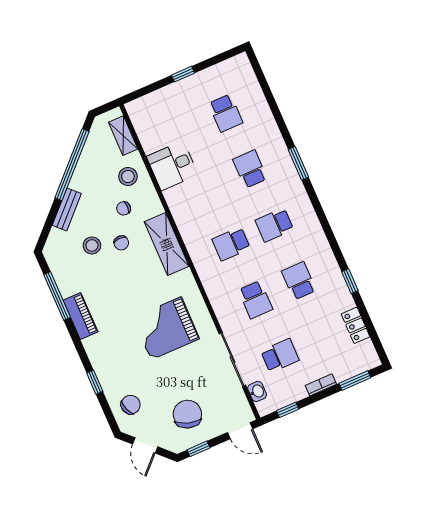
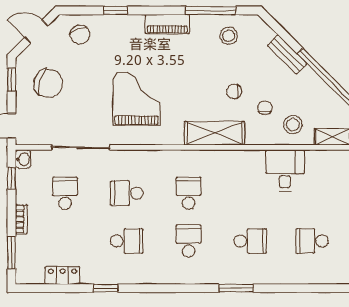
stool: (92, 245) -> (229, 36), moved
piano: (80, 316) -> (167, 24), moved
school desk: (280, 356) -> (65, 193), turned 180
washbasin: (257, 391) -> (23, 159), moved, turned -90

